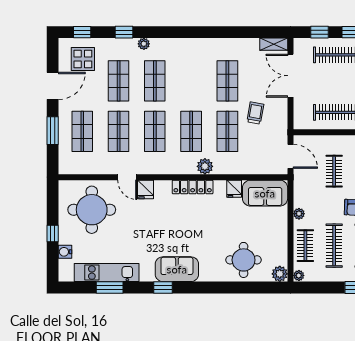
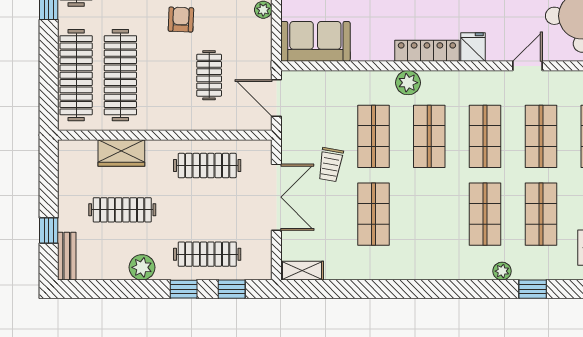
double door: (290, 76) -> (276, 197), moved
door: (127, 177) -> (528, 66), hinge flipped
fridge: (146, 189) -> (473, 47), moved
fridge: (234, 189) -> (363, 48), removed

